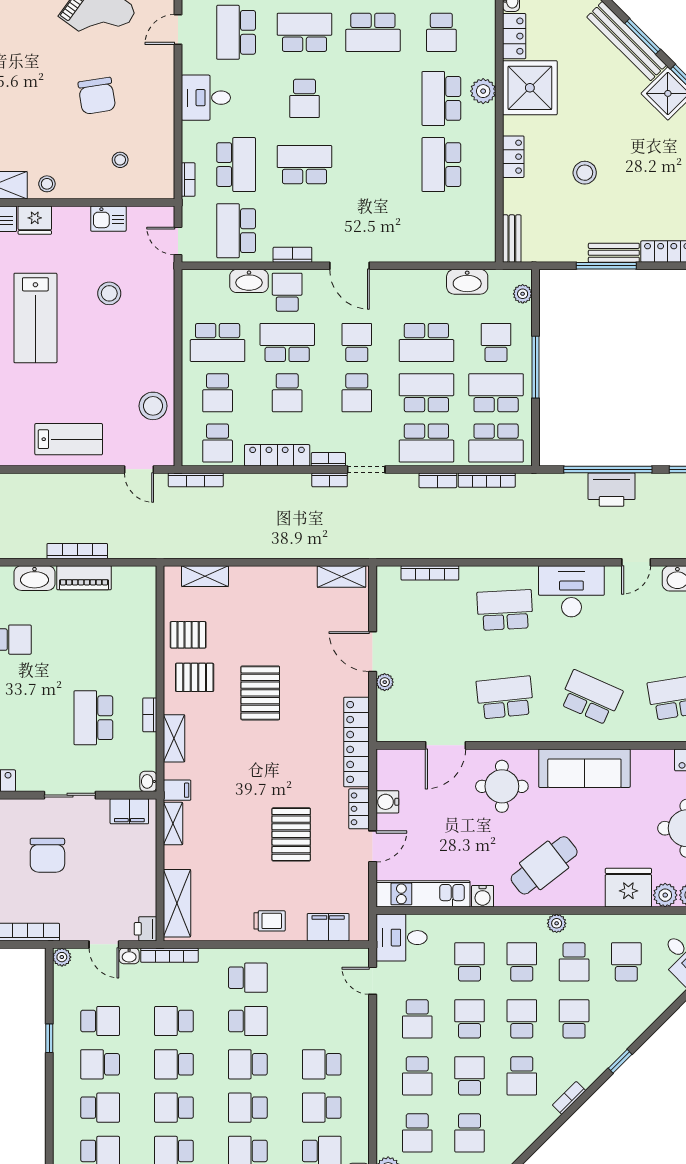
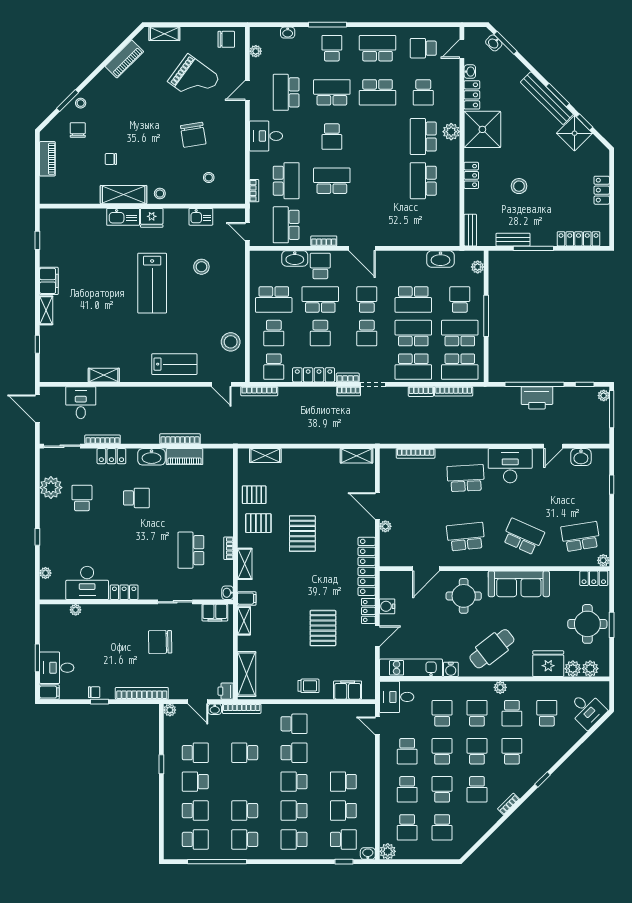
bench: (614, 253) -> (513, 240), moved
chair: (47, 855) -> (160, 642), turned 89
school desk: (174, 1064) -> (245, 782), removed

